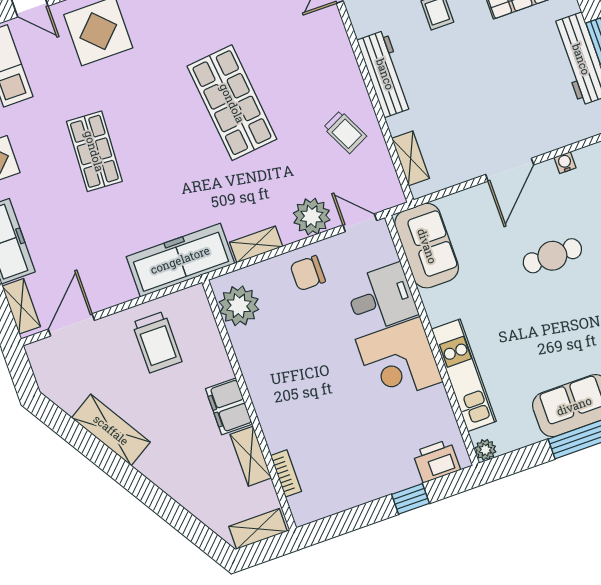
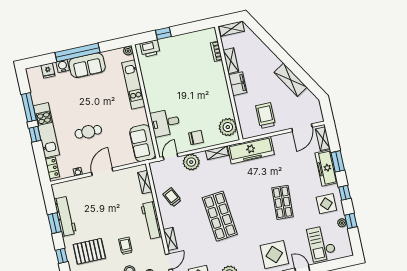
shelving: (337, 37) -> (170, 239), added
door: (360, 223) -> (171, 157), swing flipped
corner desk: (399, 361) -> (161, 94), removed

